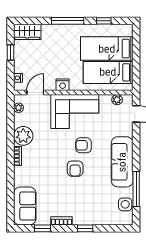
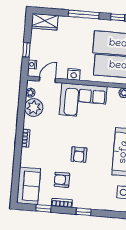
window: (11, 52) -> (26, 50), moved
plant: (23, 136) -> (34, 107), moved
armchair: (83, 145) -> (62, 180), moved

